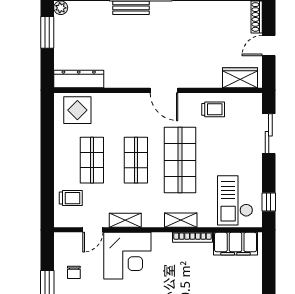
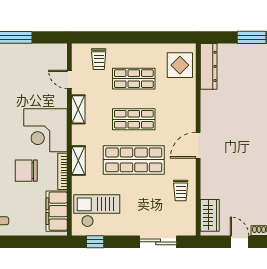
corner desk: (127, 256) -> (46, 130), moved
chair: (74, 272) -> (26, 171), moved, width x1.87, depth x1.87

